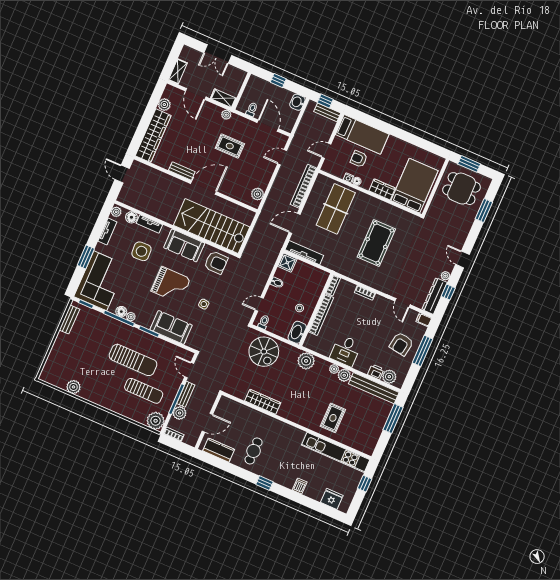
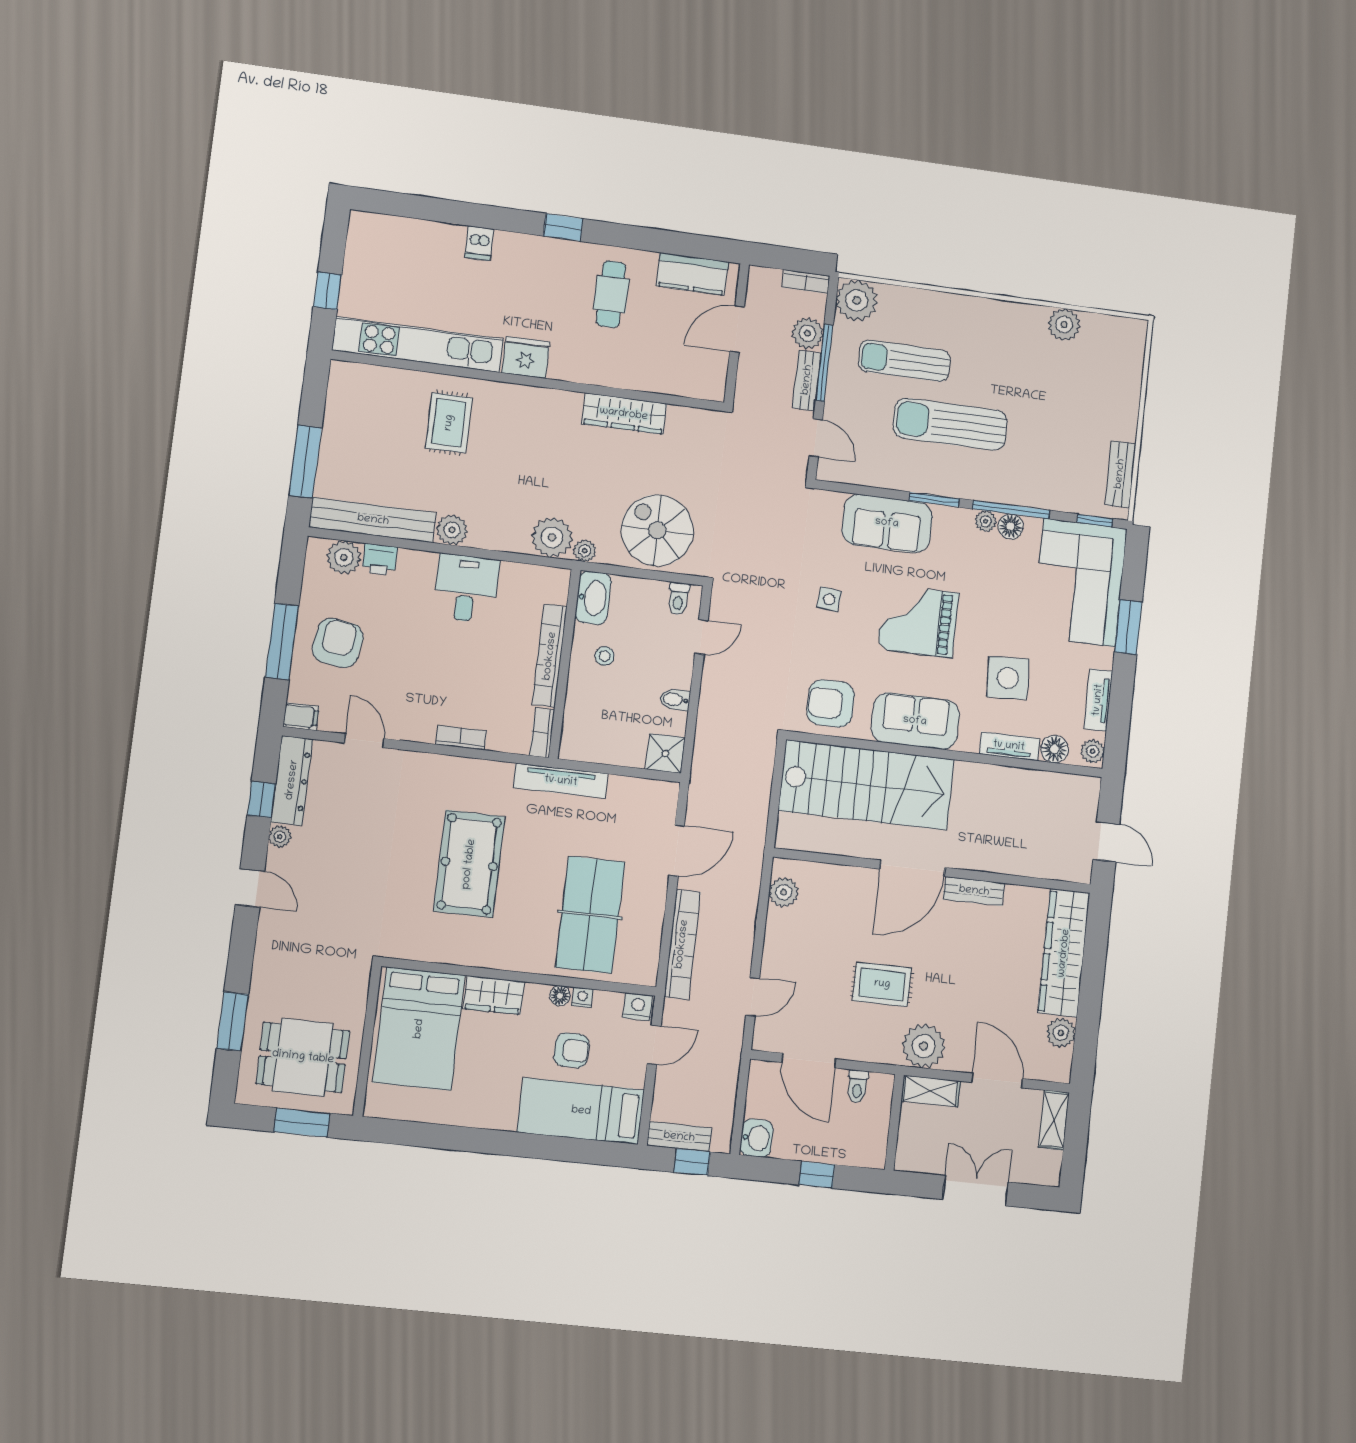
plant: (226, 115) -> (924, 1046), width x1.88, depth x1.88
nightstand: (328, 167) -> (638, 1007), added
tv unit: (304, 253) -> (561, 781), moved
plant: (334, 369) -> (585, 551), moved
fridge: (332, 499) -> (526, 357), moved, turned 180

